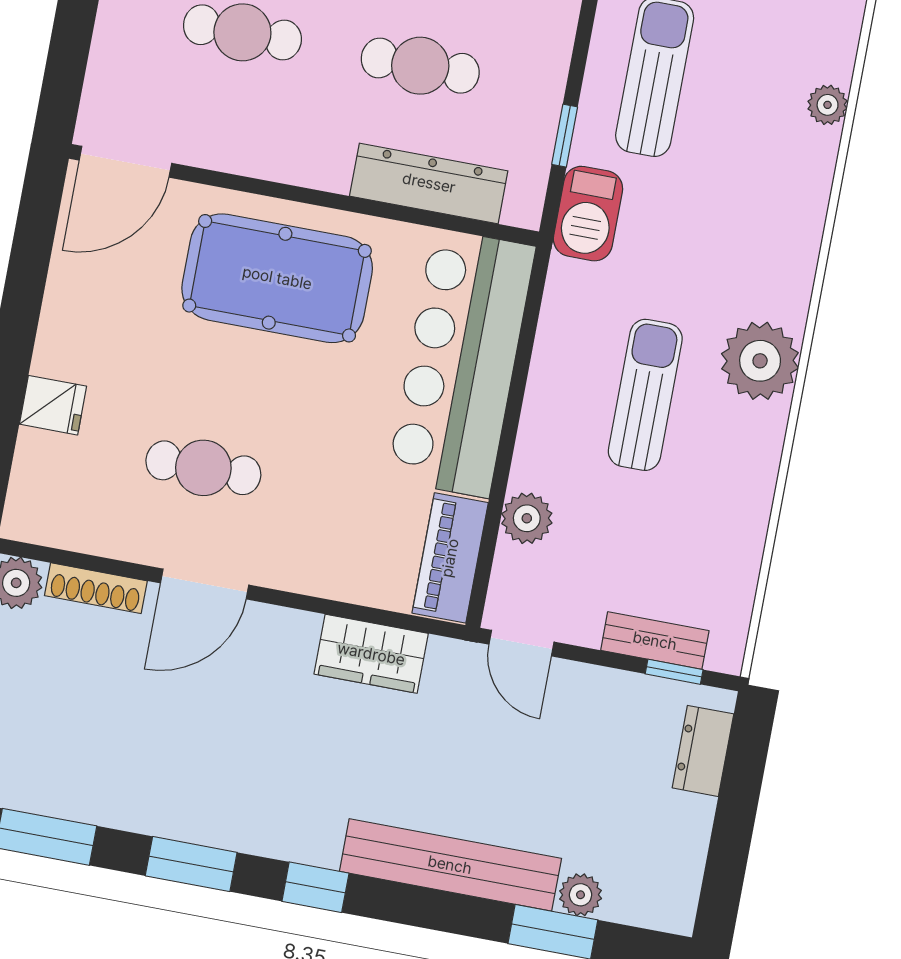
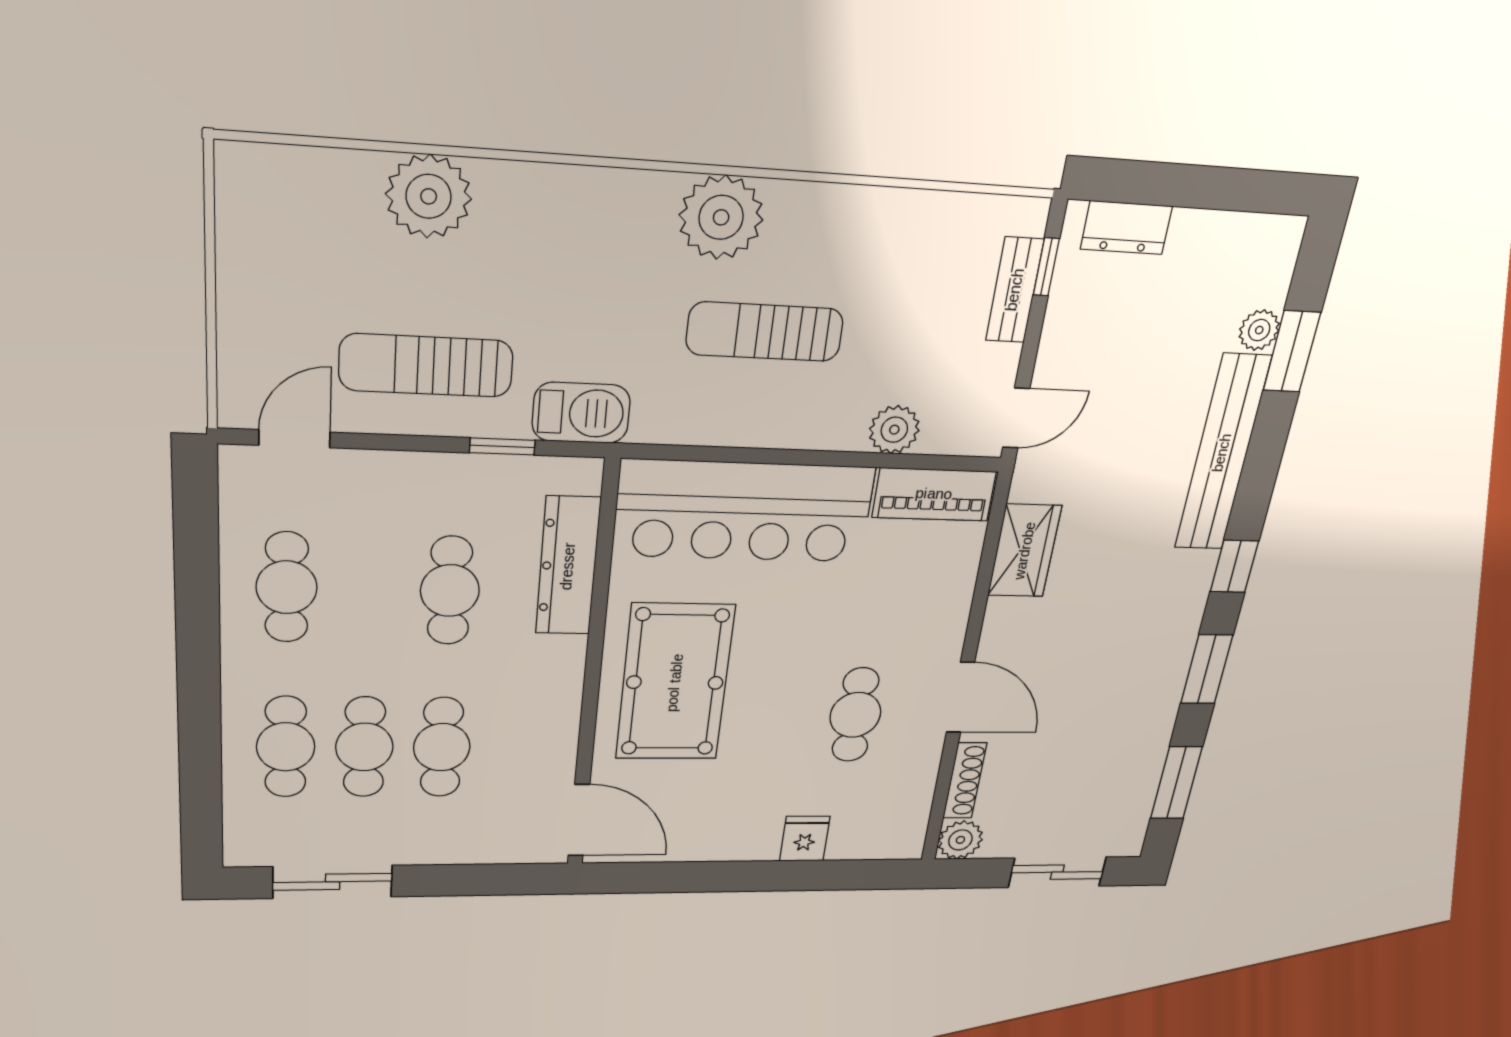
plant: (828, 105) -> (429, 196), width x1.88, depth x1.88

